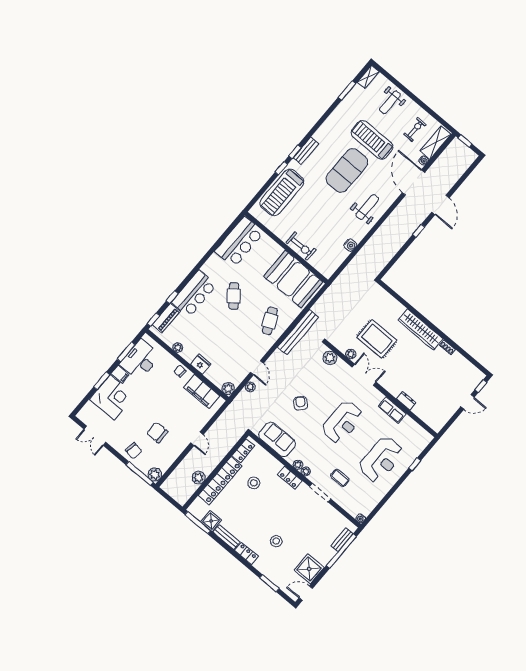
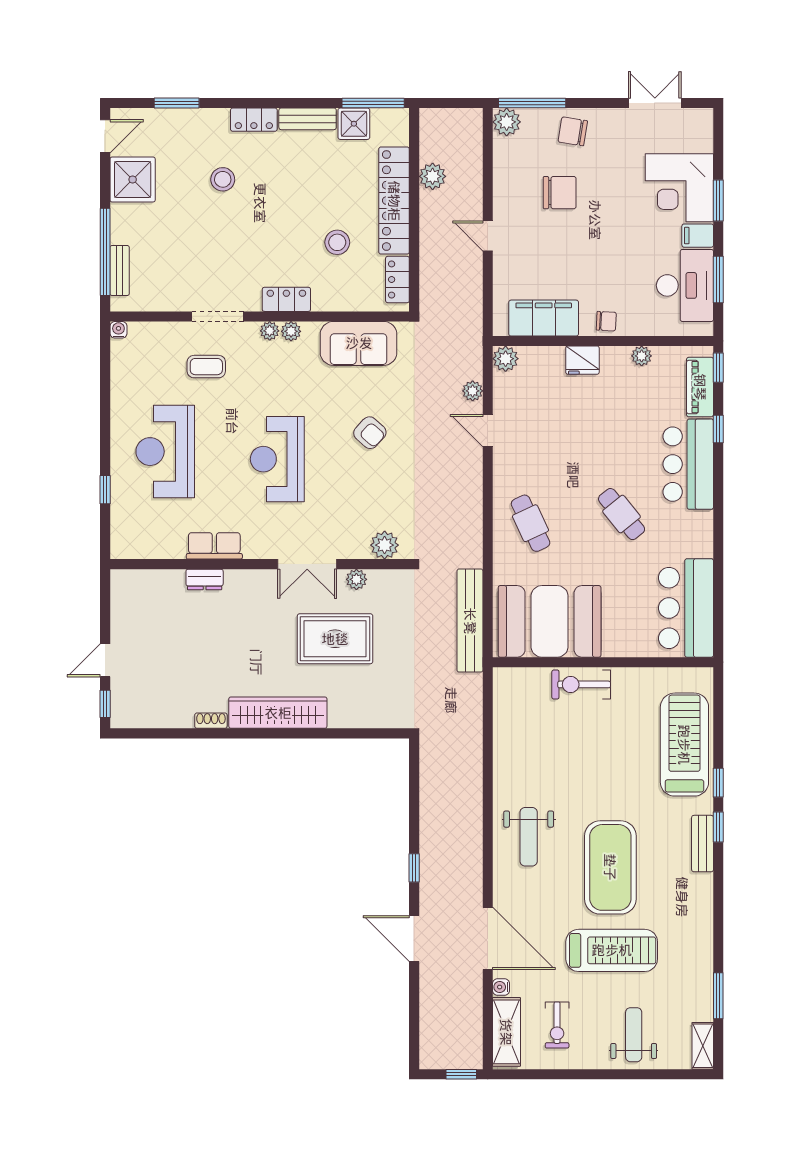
water cooler: (350, 245) -> (504, 753), removed
bench: (298, 332) -> (470, 621), moved

